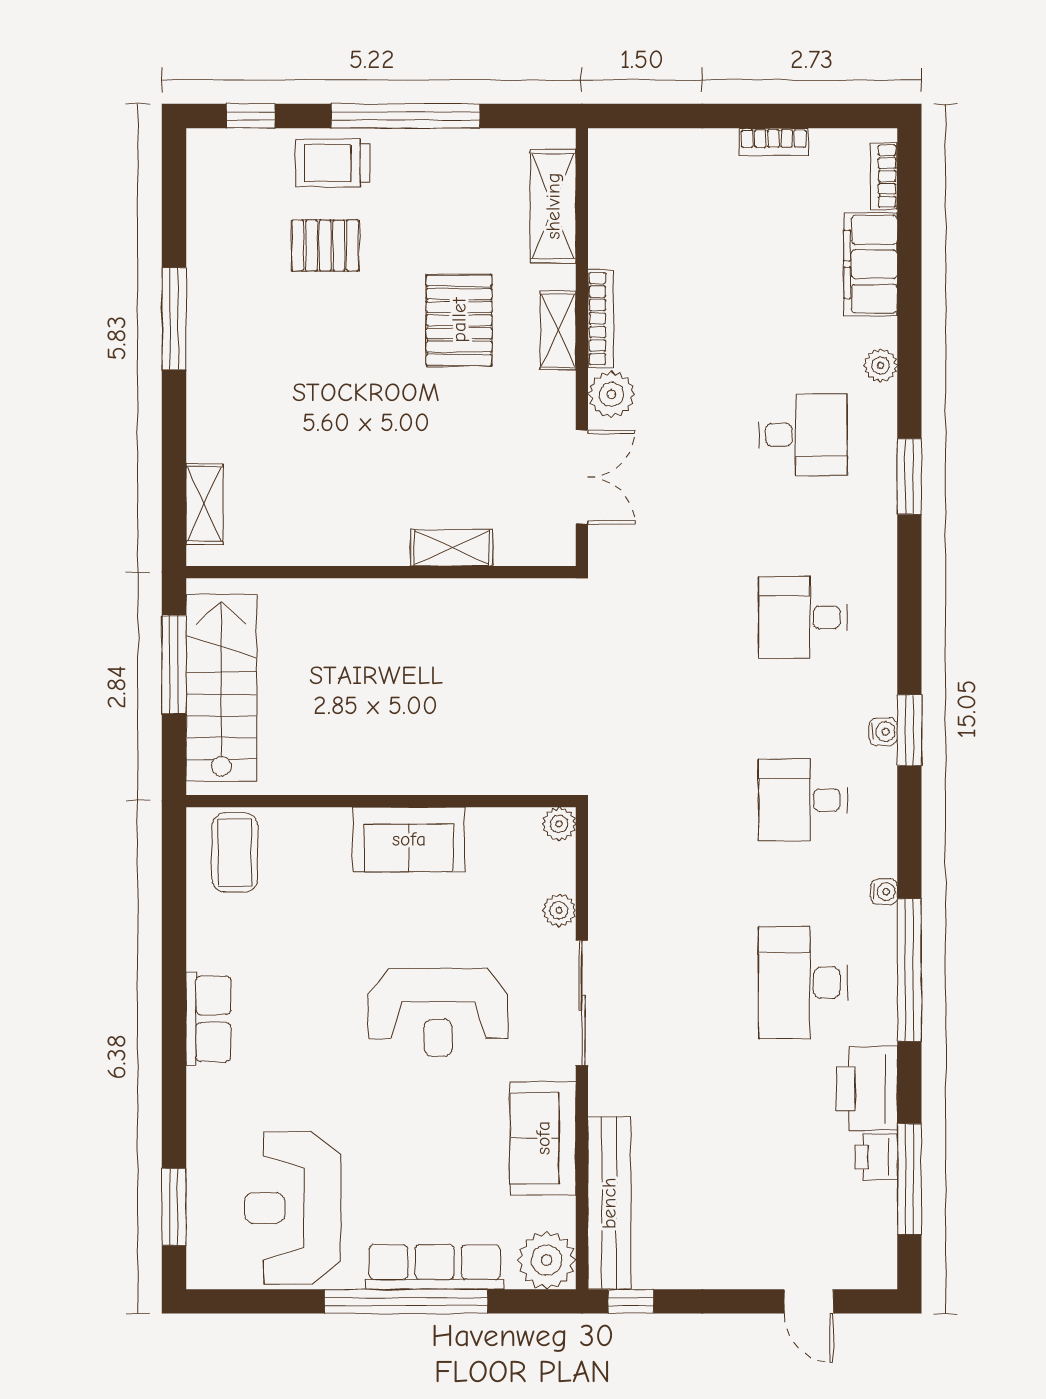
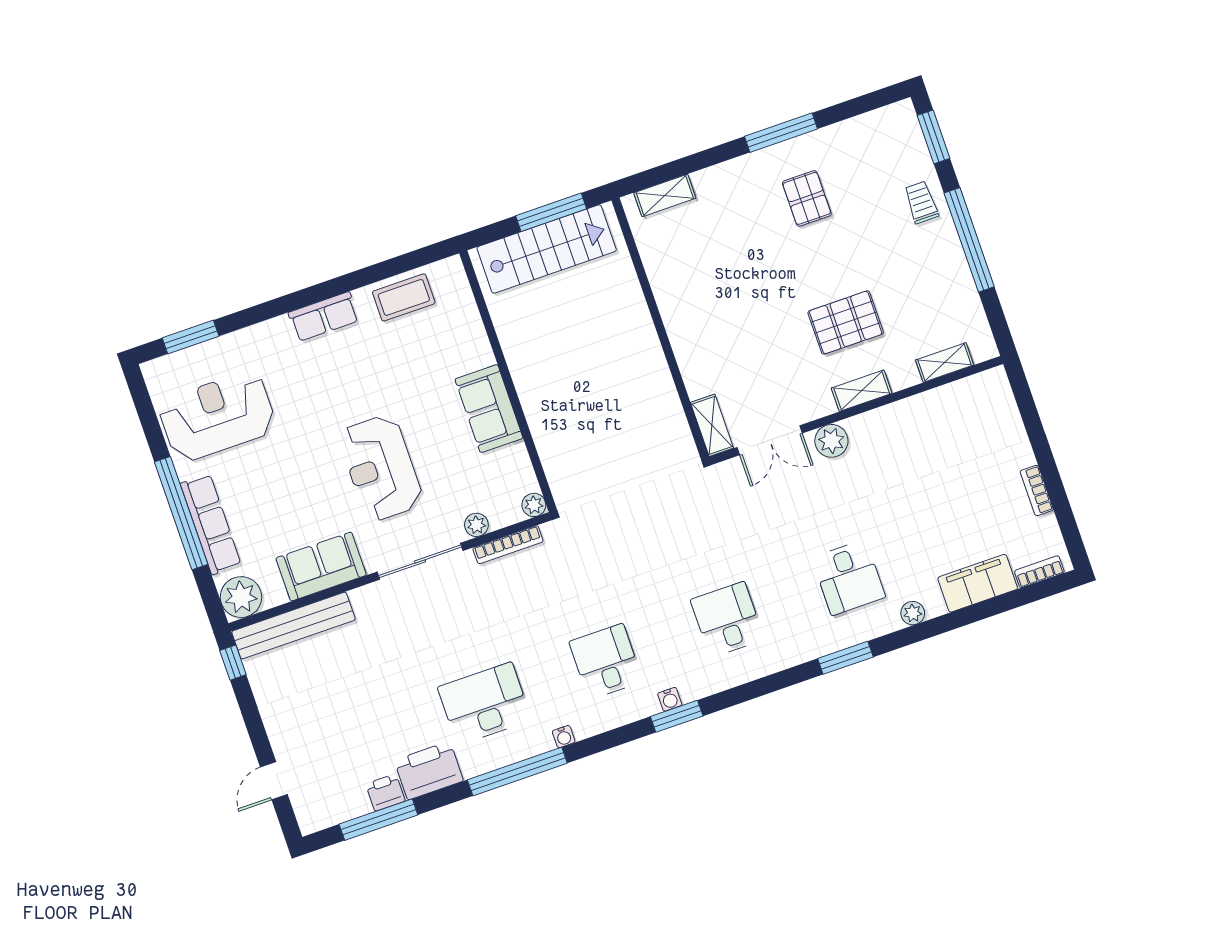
window: (251, 116) -> (933, 137), width x1.50
trolley: (333, 163) -> (921, 202), width x0.73, depth x0.72
shelving: (553, 206) -> (945, 362), width x0.67, depth x0.75
pallet: (325, 246) -> (807, 198), moved
bookcase: (600, 319) -> (508, 545), moved
shelving: (452, 548) -> (712, 425), moved
coffee table: (235, 852) -> (404, 297), moved

